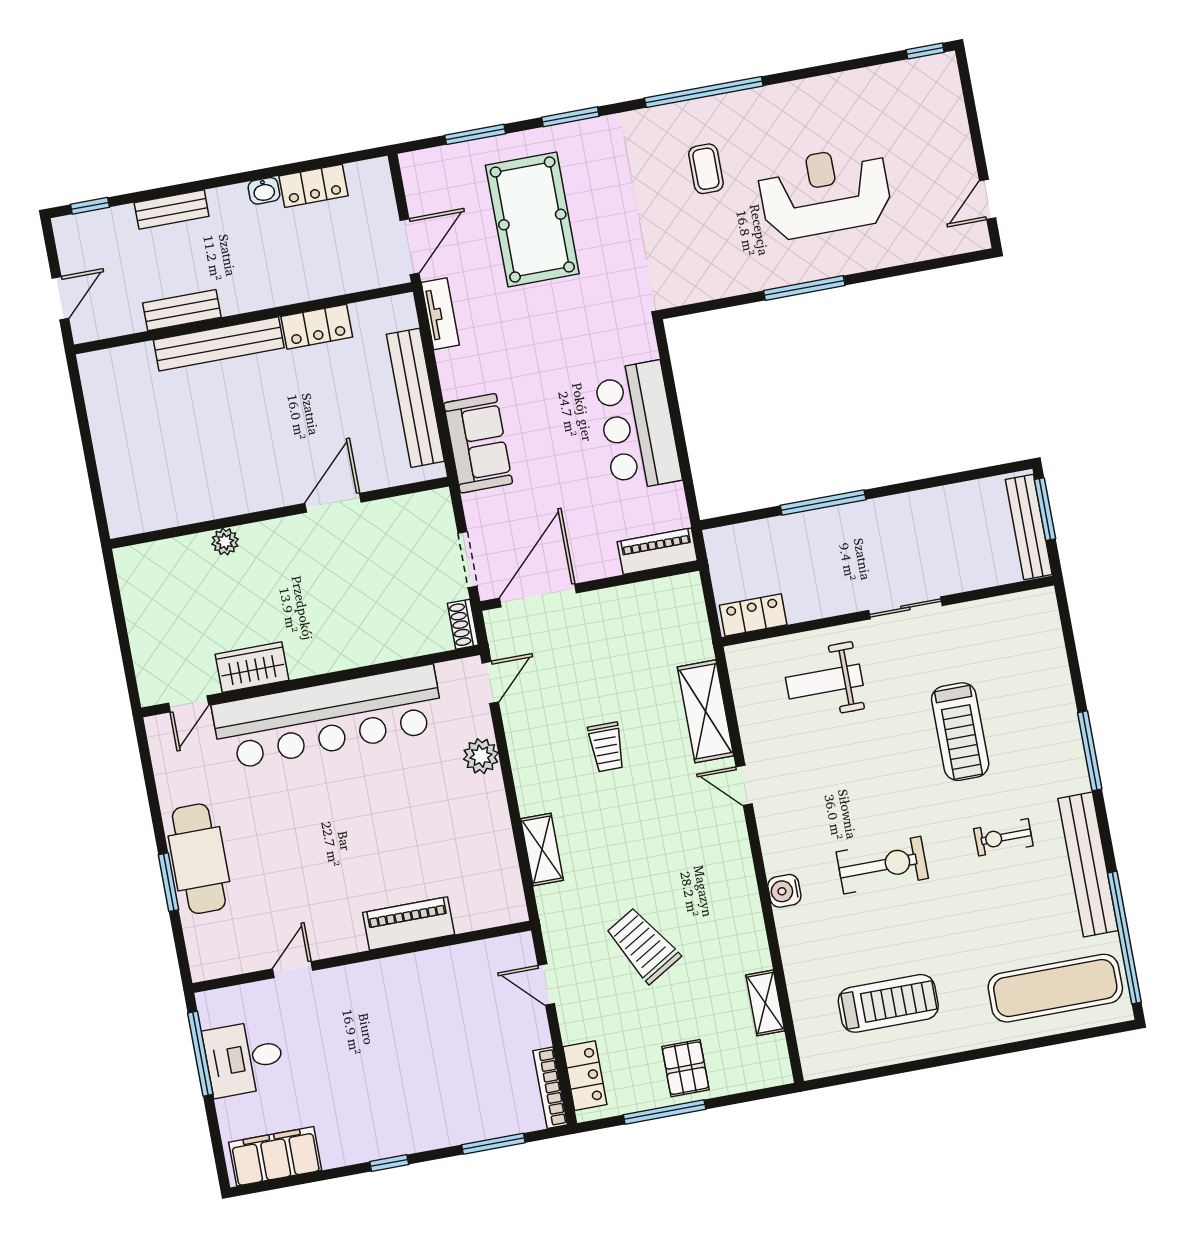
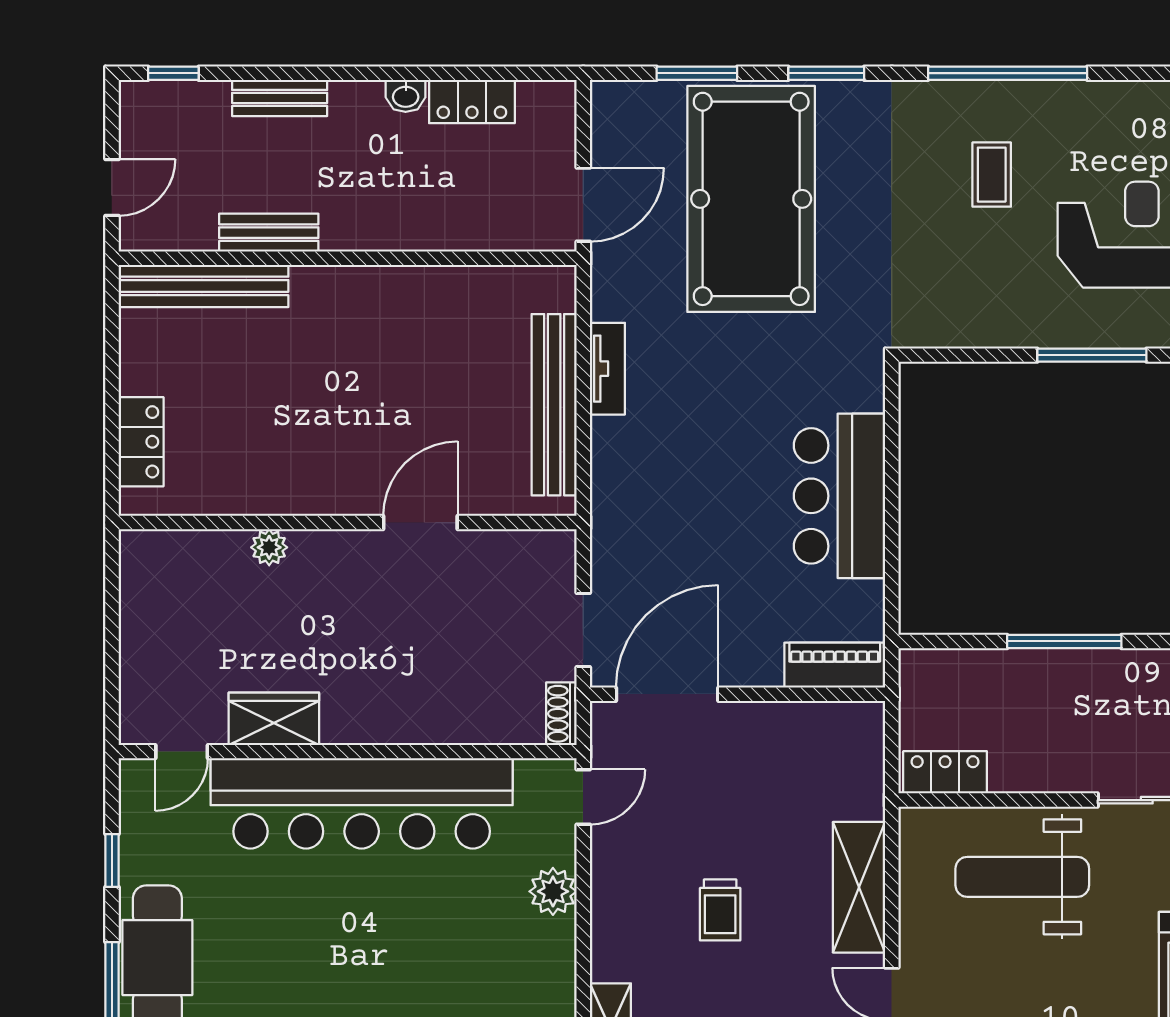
pool table: (532, 219) -> (751, 199), width x1.36, depth x1.32
tv unit: (440, 314) -> (607, 369), moved
locker: (317, 327) -> (141, 442), moved, turned -90
bench: (219, 344) -> (203, 286), moved
sofa: (478, 443) -> (626, 480), removed
weight bench: (824, 681) -> (1022, 877), width x1.36, depth x1.33
window: (152, 794) -> (112, 861), added

